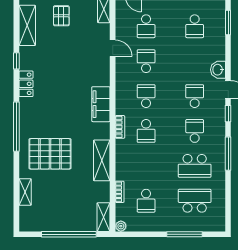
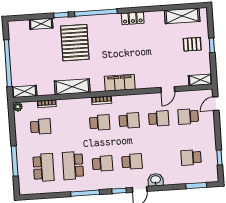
window: (16, 61) -> (61, 15), moved
school desk: (146, 131) -> (100, 123), turned 180
school desk: (146, 201) -> (41, 127), turned 180

